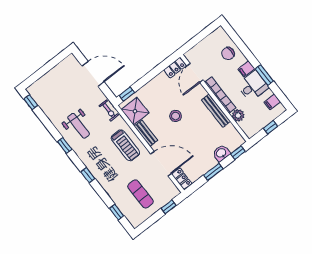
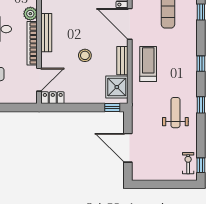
exercise bike: (109, 110) -> (188, 163), moved

